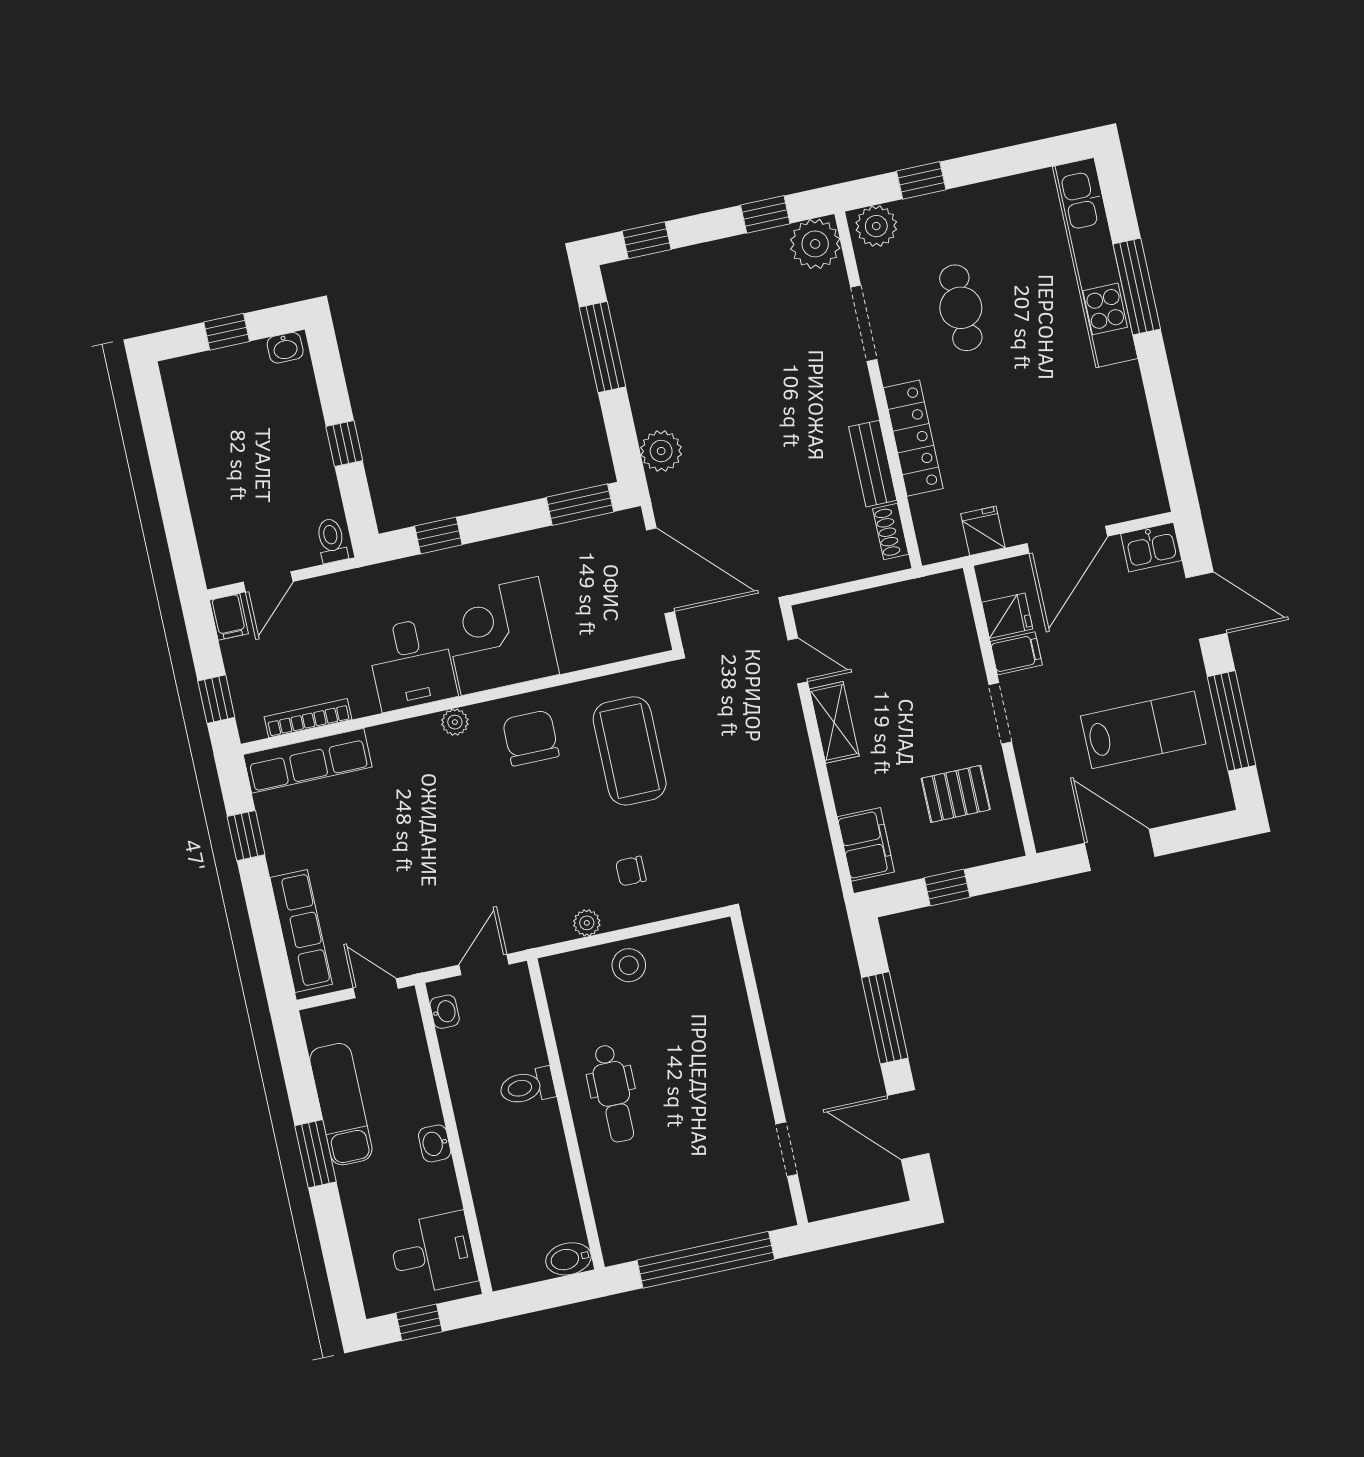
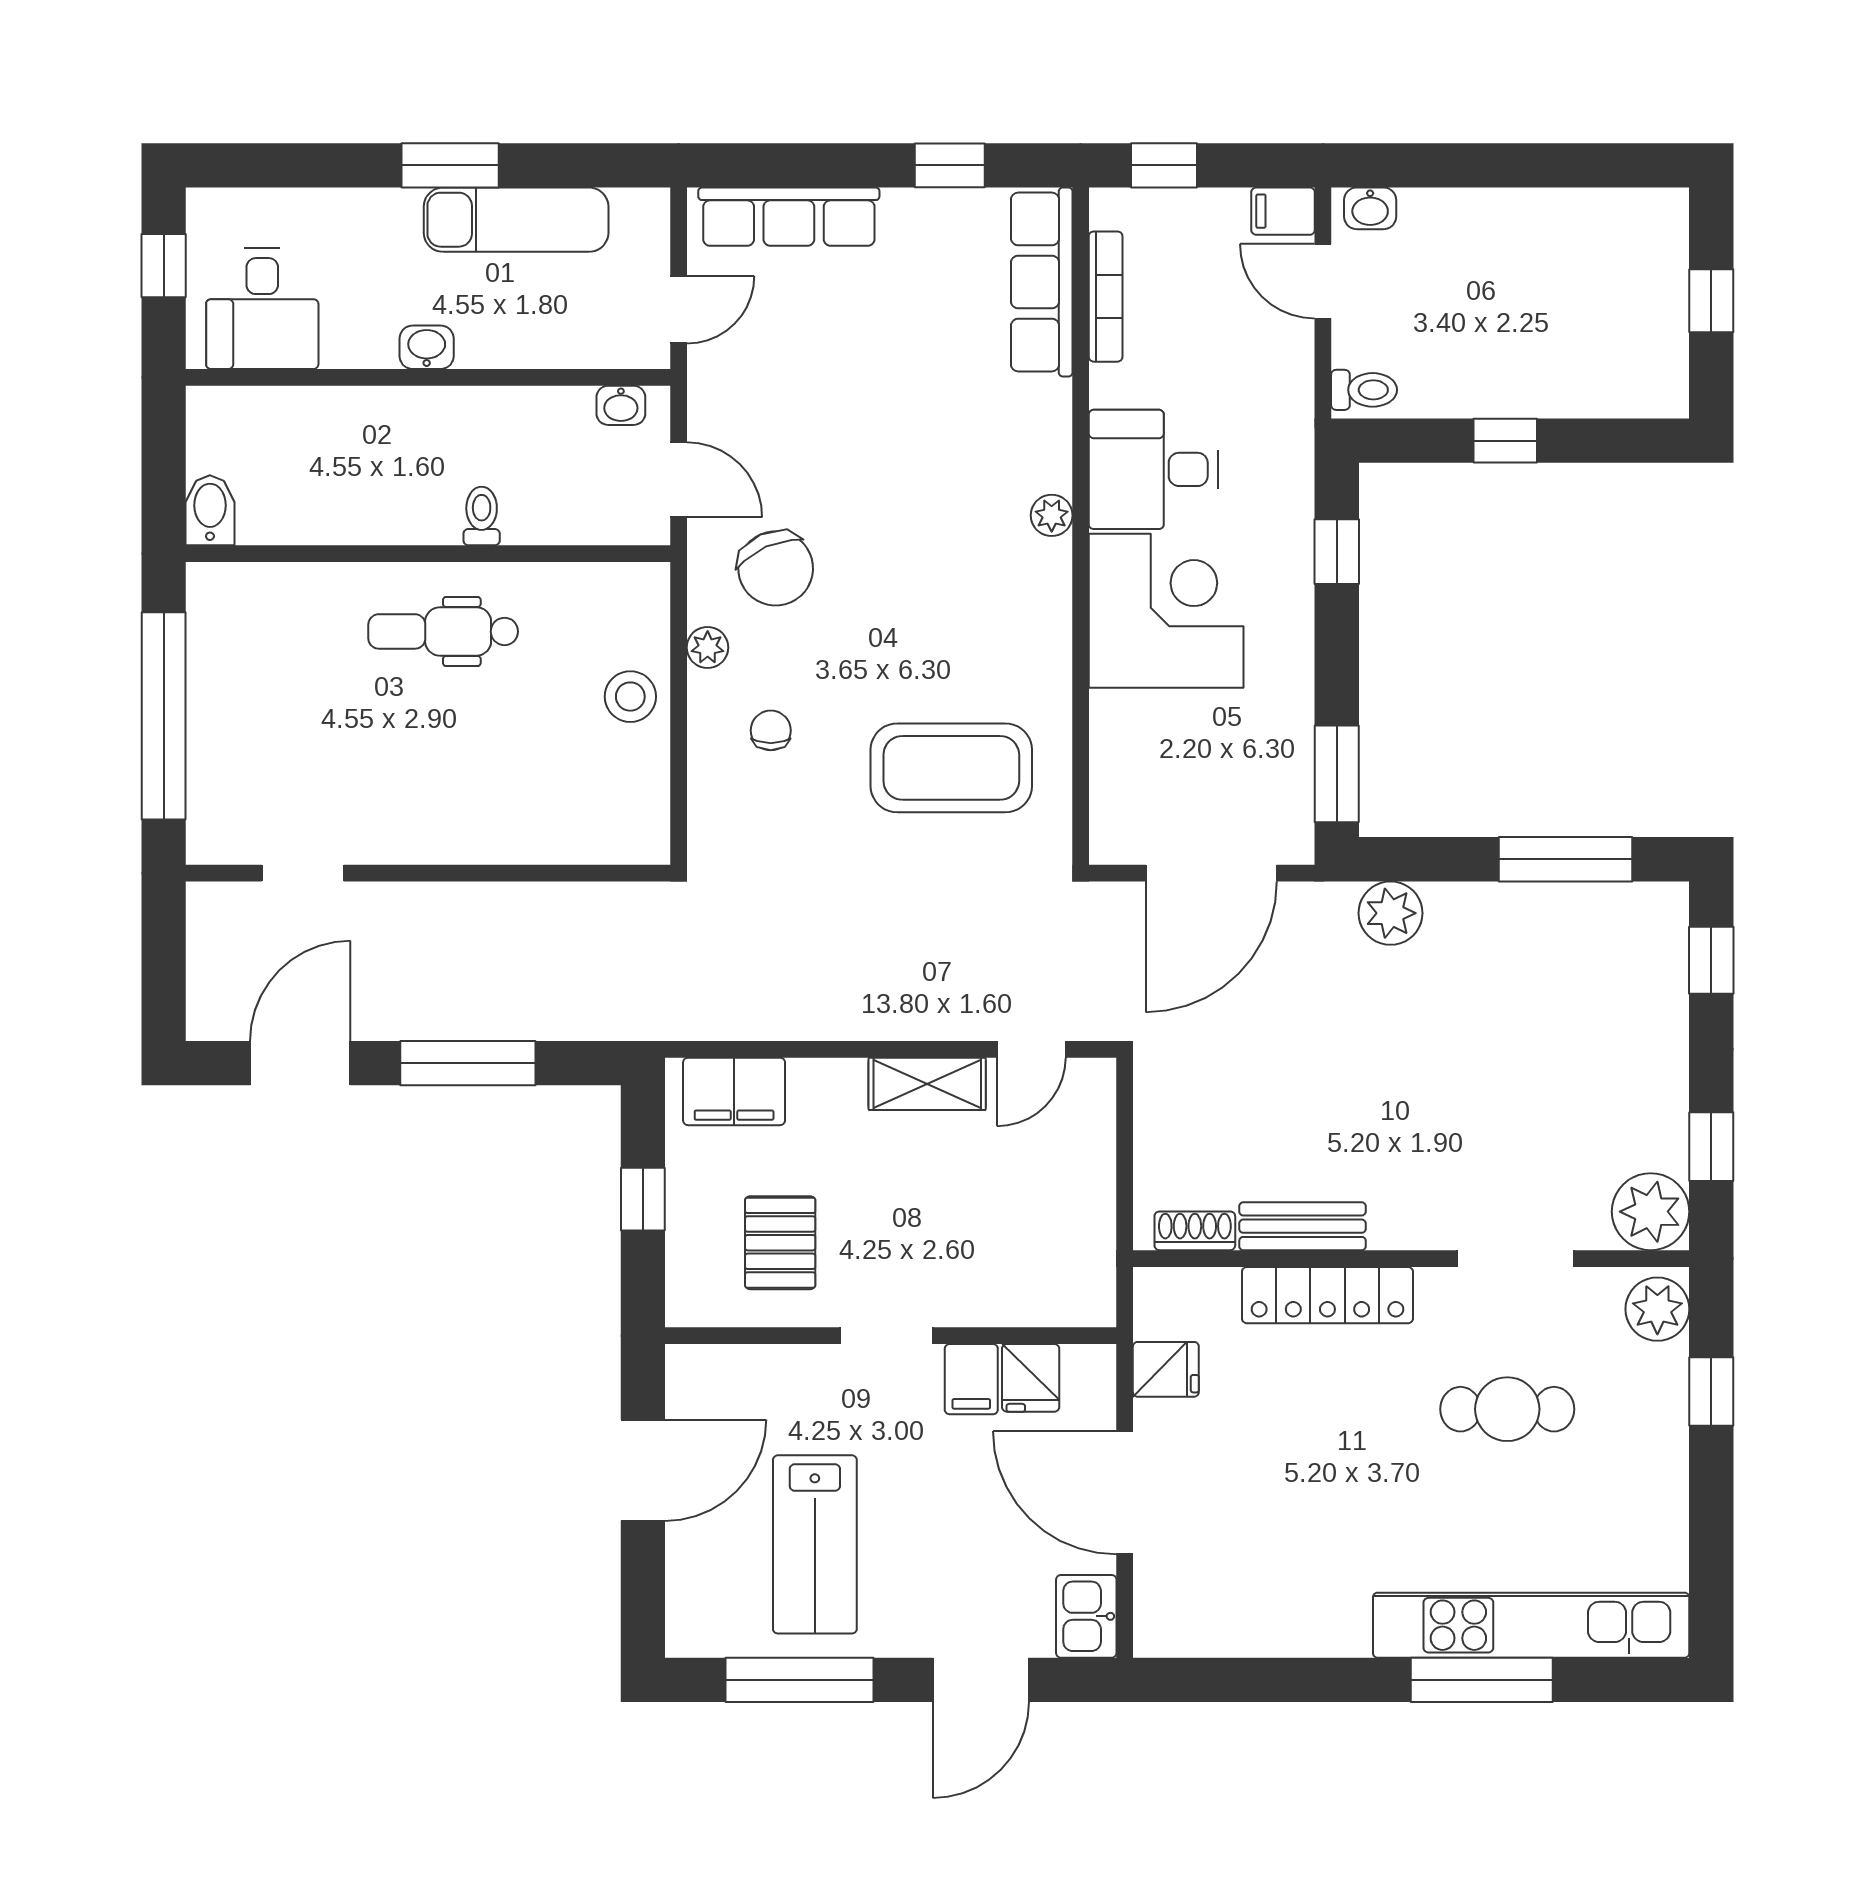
washbasin: (285, 348) -> (1370, 208), moved, turned -90
chair: (531, 738) -> (776, 568), moved, turned 66
toilet: (527, 1087) -> (482, 516), width x0.73, depth x0.72

